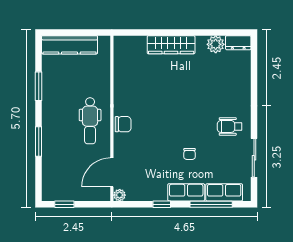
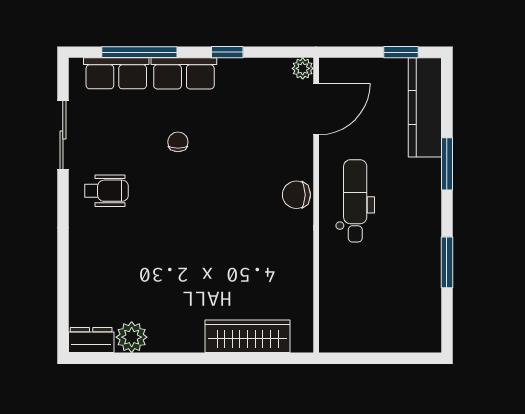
kitchen counter: (70, 45) -> (425, 107), moved, turned -90
wardrobe: (171, 45) -> (248, 336), moved

